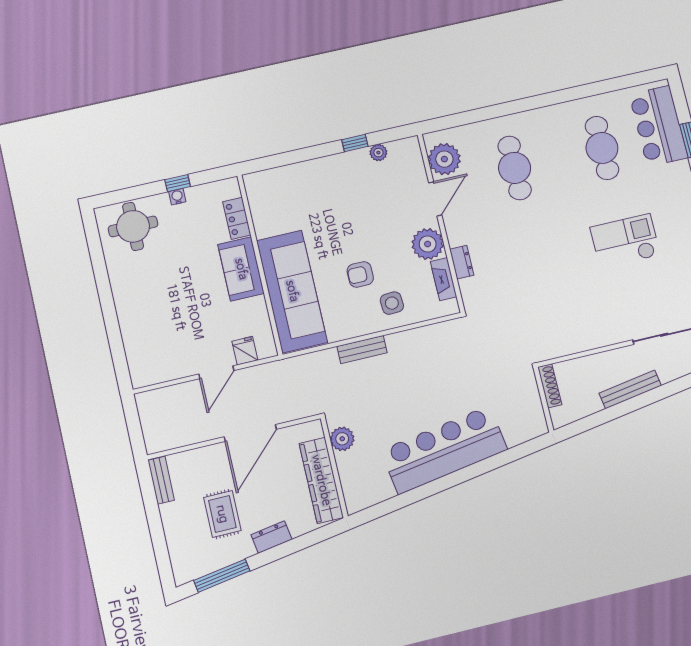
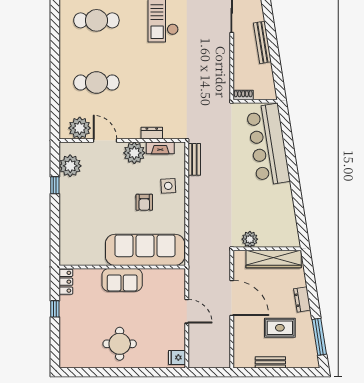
plant: (378, 153) -> (70, 166), width x1.87, depth x1.87
water cooler: (177, 197) -> (64, 311), removed
locker: (237, 218) -> (66, 282), moved, turned -90
round table: (133, 226) -> (120, 344), moved
bench: (362, 350) -> (194, 159), moved
fridge: (245, 351) -> (177, 357), moved
shoe rack: (550, 386) -> (243, 95), width x0.70
bar counter: (444, 450) -> (268, 145), moved
bench: (161, 480) -> (270, 362), moved

